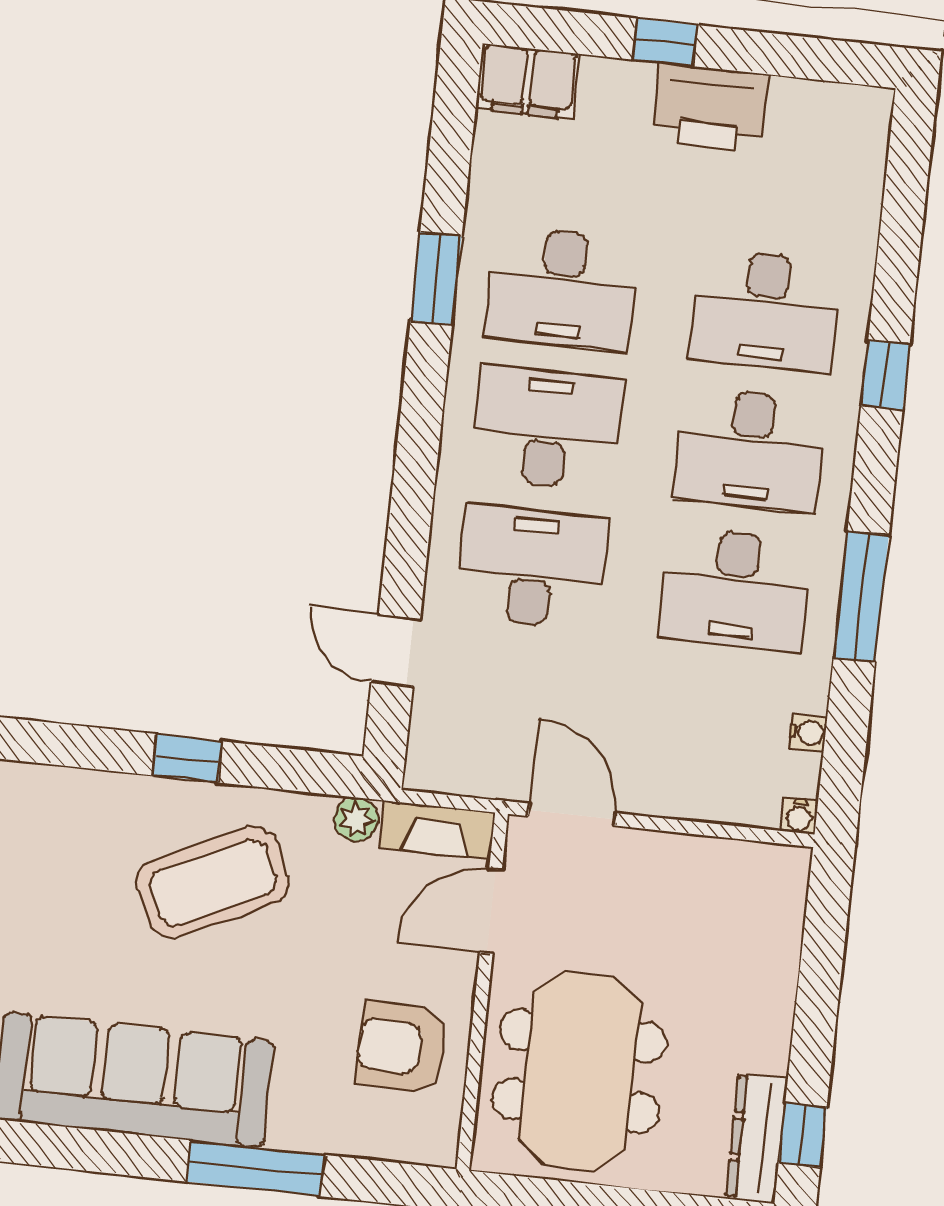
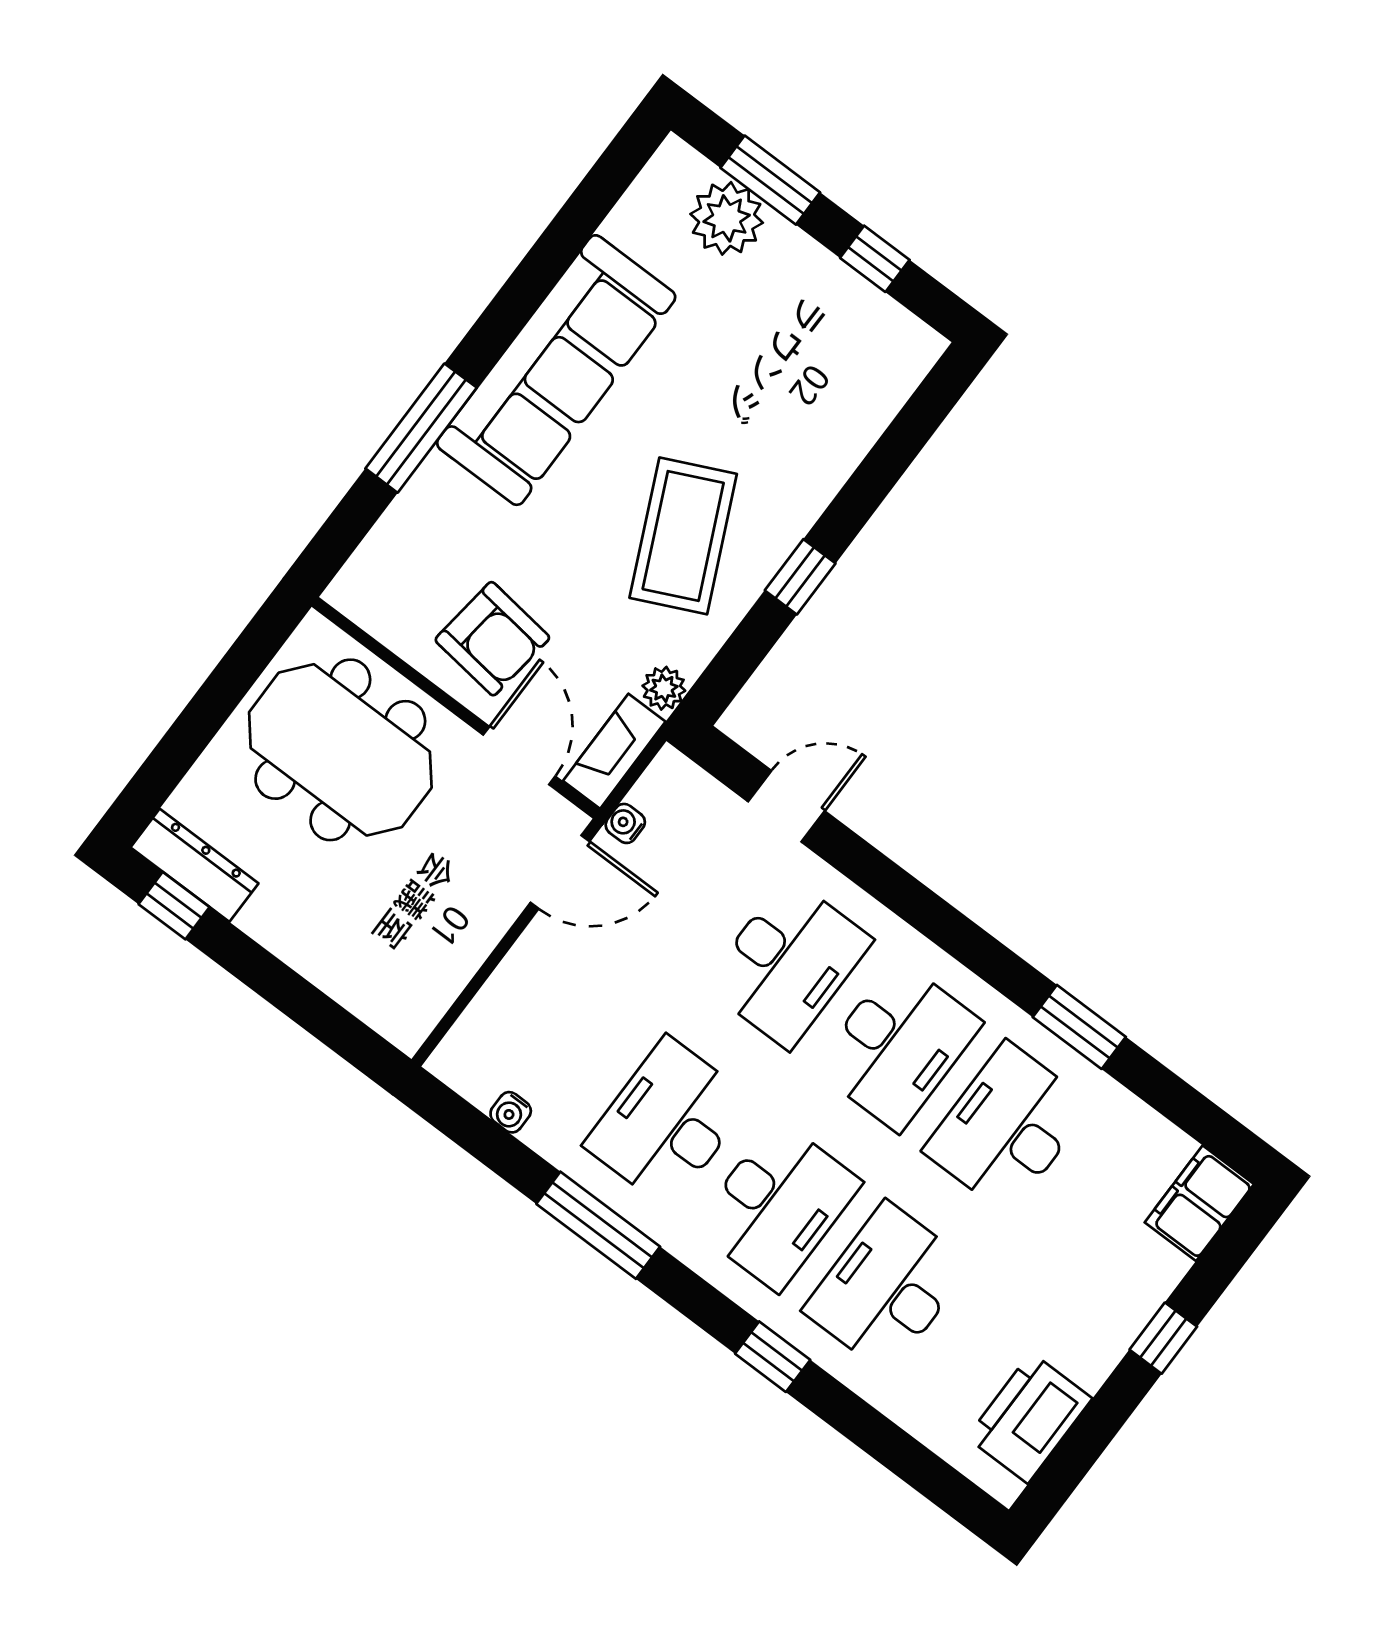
printer: (710, 108) -> (1029, 1418), moved
desk: (750, 450) -> (777, 1205), turned 180
water cooler: (799, 816) -> (625, 823), moved
armchair: (402, 1047) -> (492, 639), moved, turned 95

